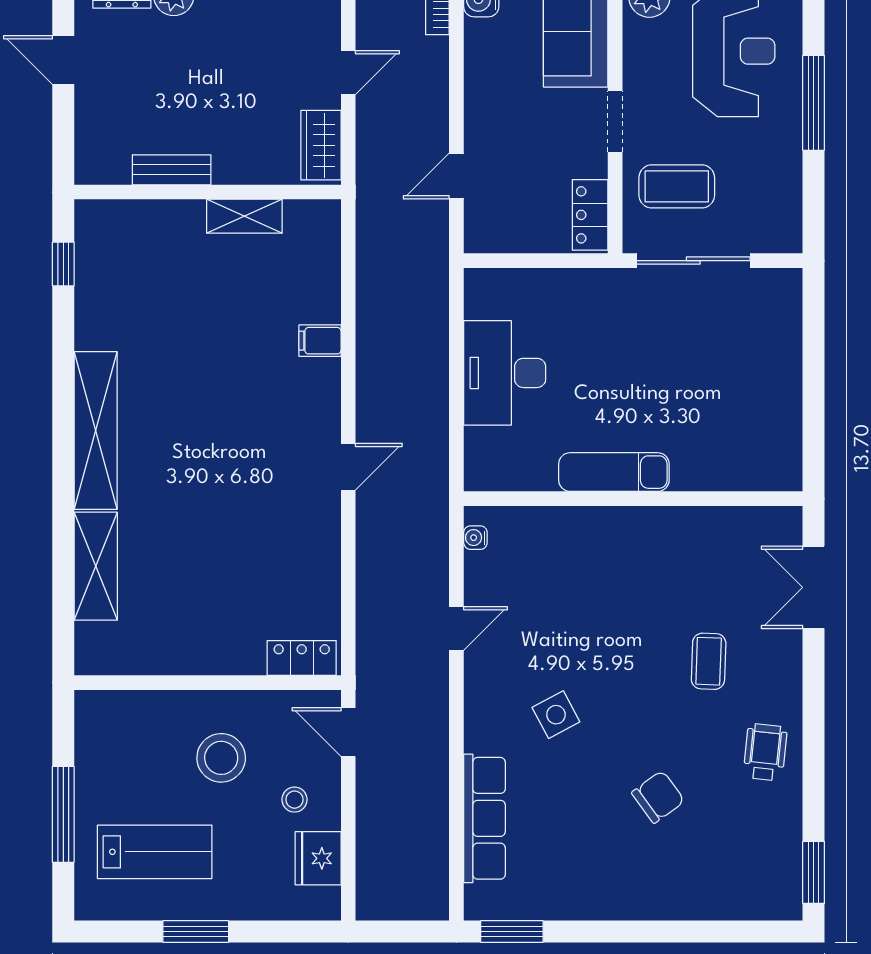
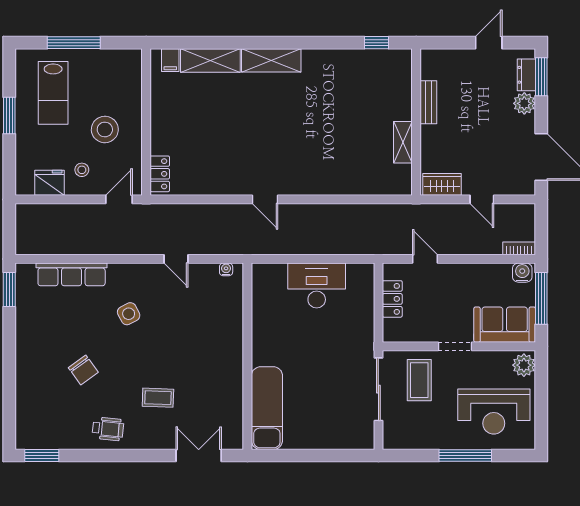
locker: (590, 215) -> (392, 299), moved, turned 90
filing cabinet: (320, 341) -> (170, 60), moved, turned 180
shelving: (96, 430) -> (271, 60), width x0.68
exam couch: (614, 472) -> (267, 408), moved, width x1.36, depth x1.45

